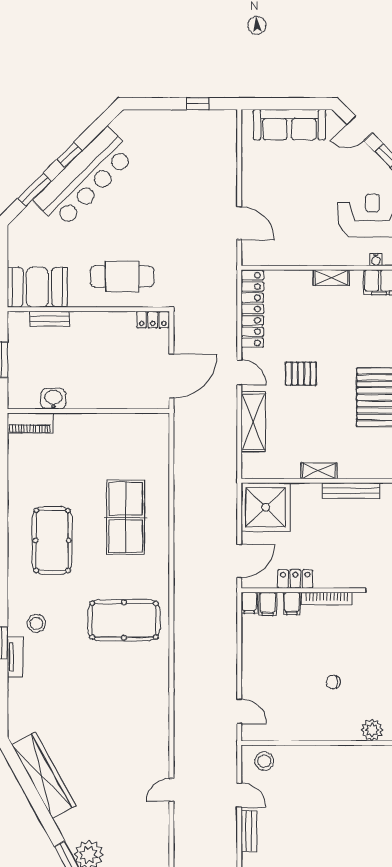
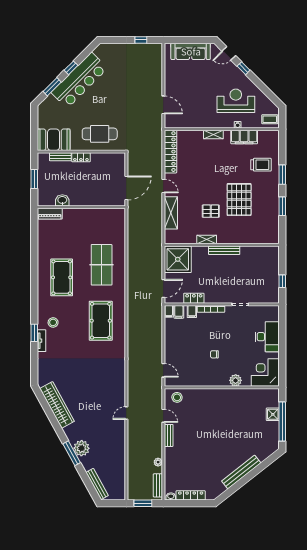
locker: (153, 320) -> (81, 157), moved
pallet: (301, 374) -> (211, 211), moved
pool table: (124, 620) -> (101, 321), turned 90

